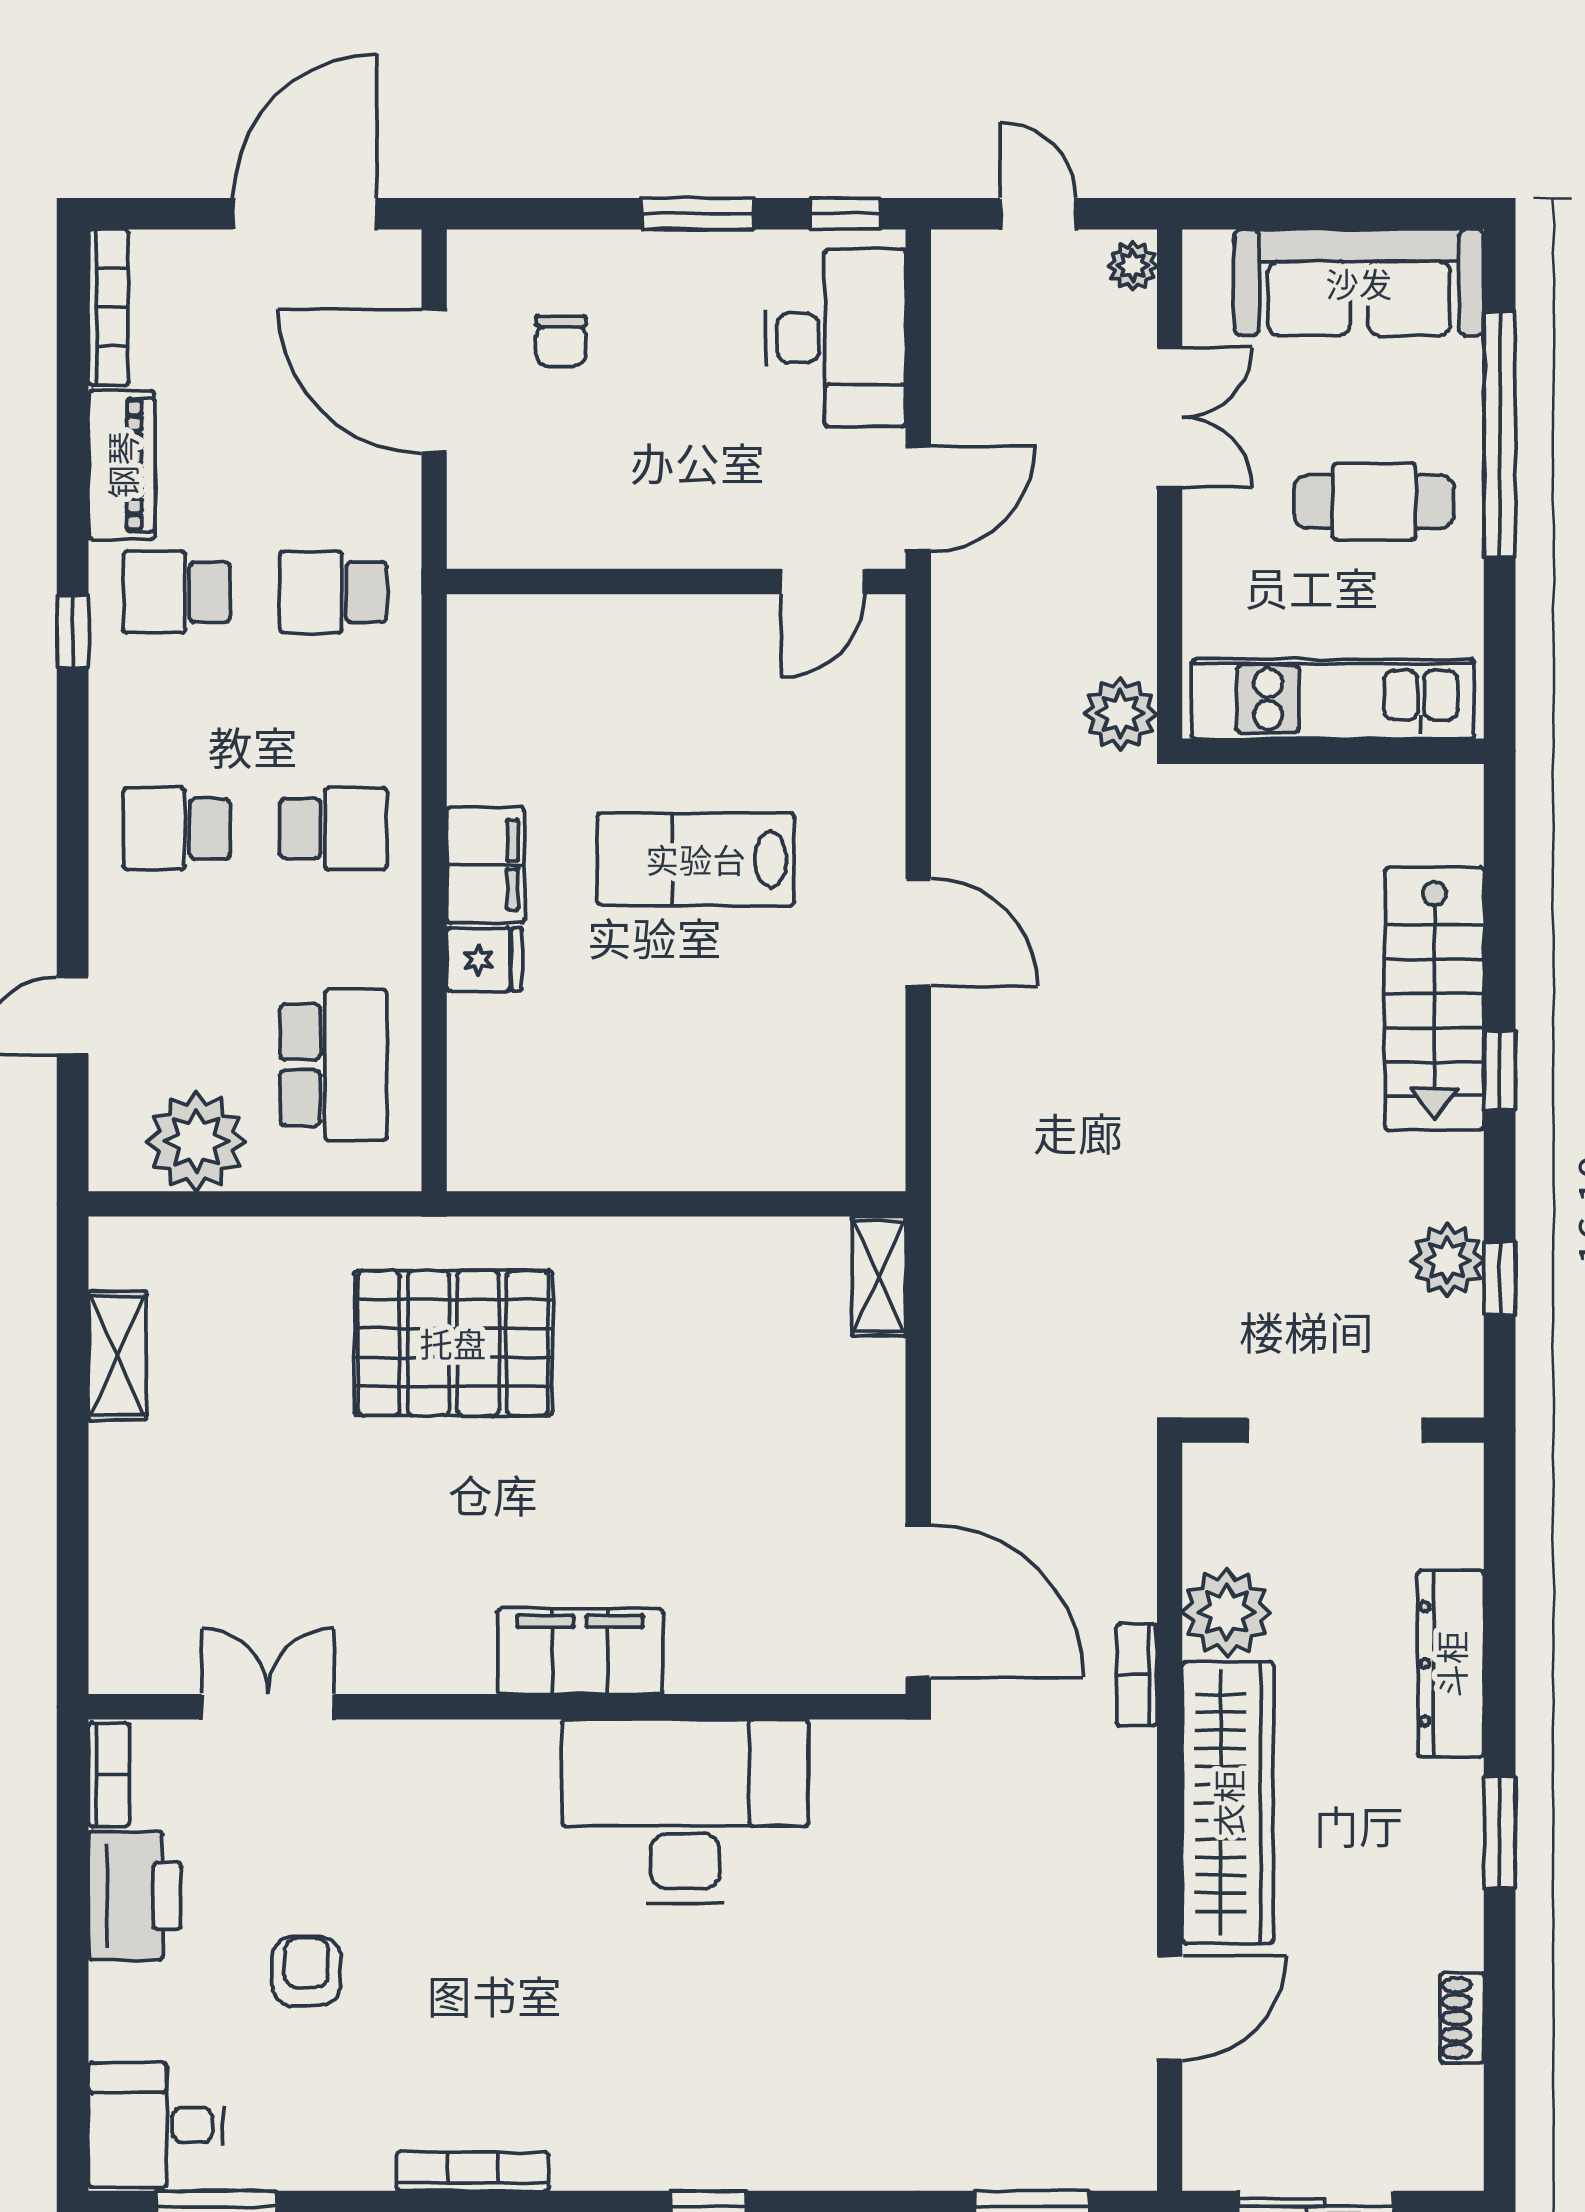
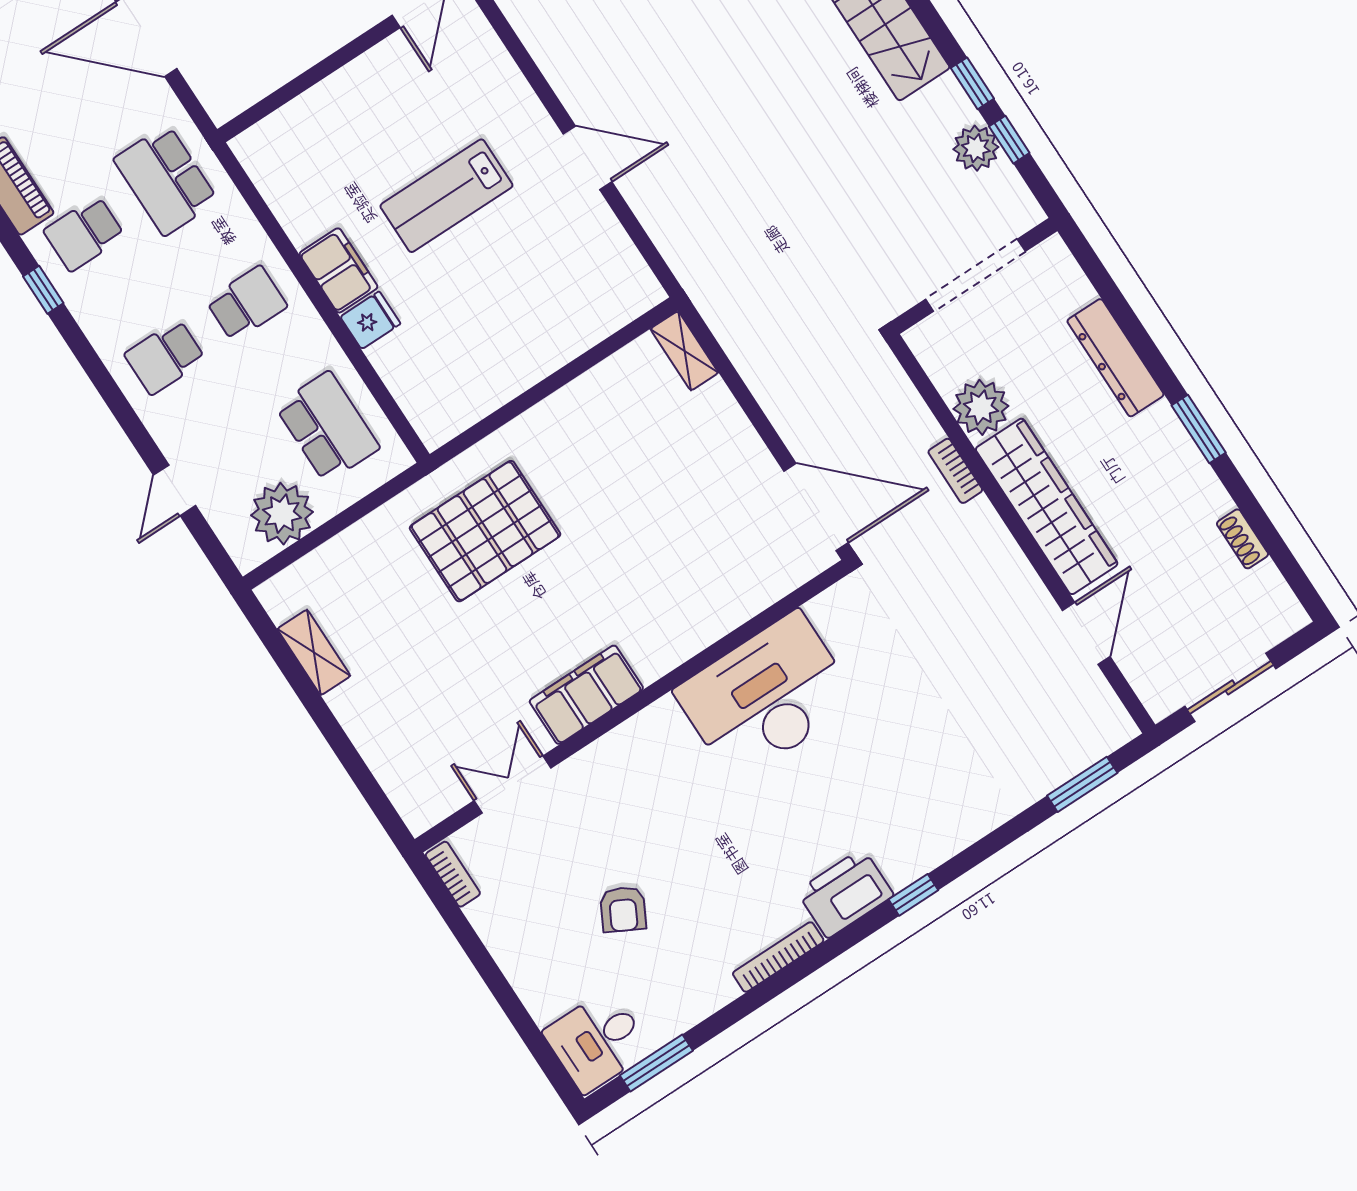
school desk: (333, 592) -> (166, 180), width x1.85
window: (1500, 1070) -> (972, 83), moved
filing cabinet: (580, 1651) -> (586, 695), moved
printer: (135, 1896) -> (845, 893), moved, turned -90
armchair: (306, 1971) -> (623, 909), turned -152

